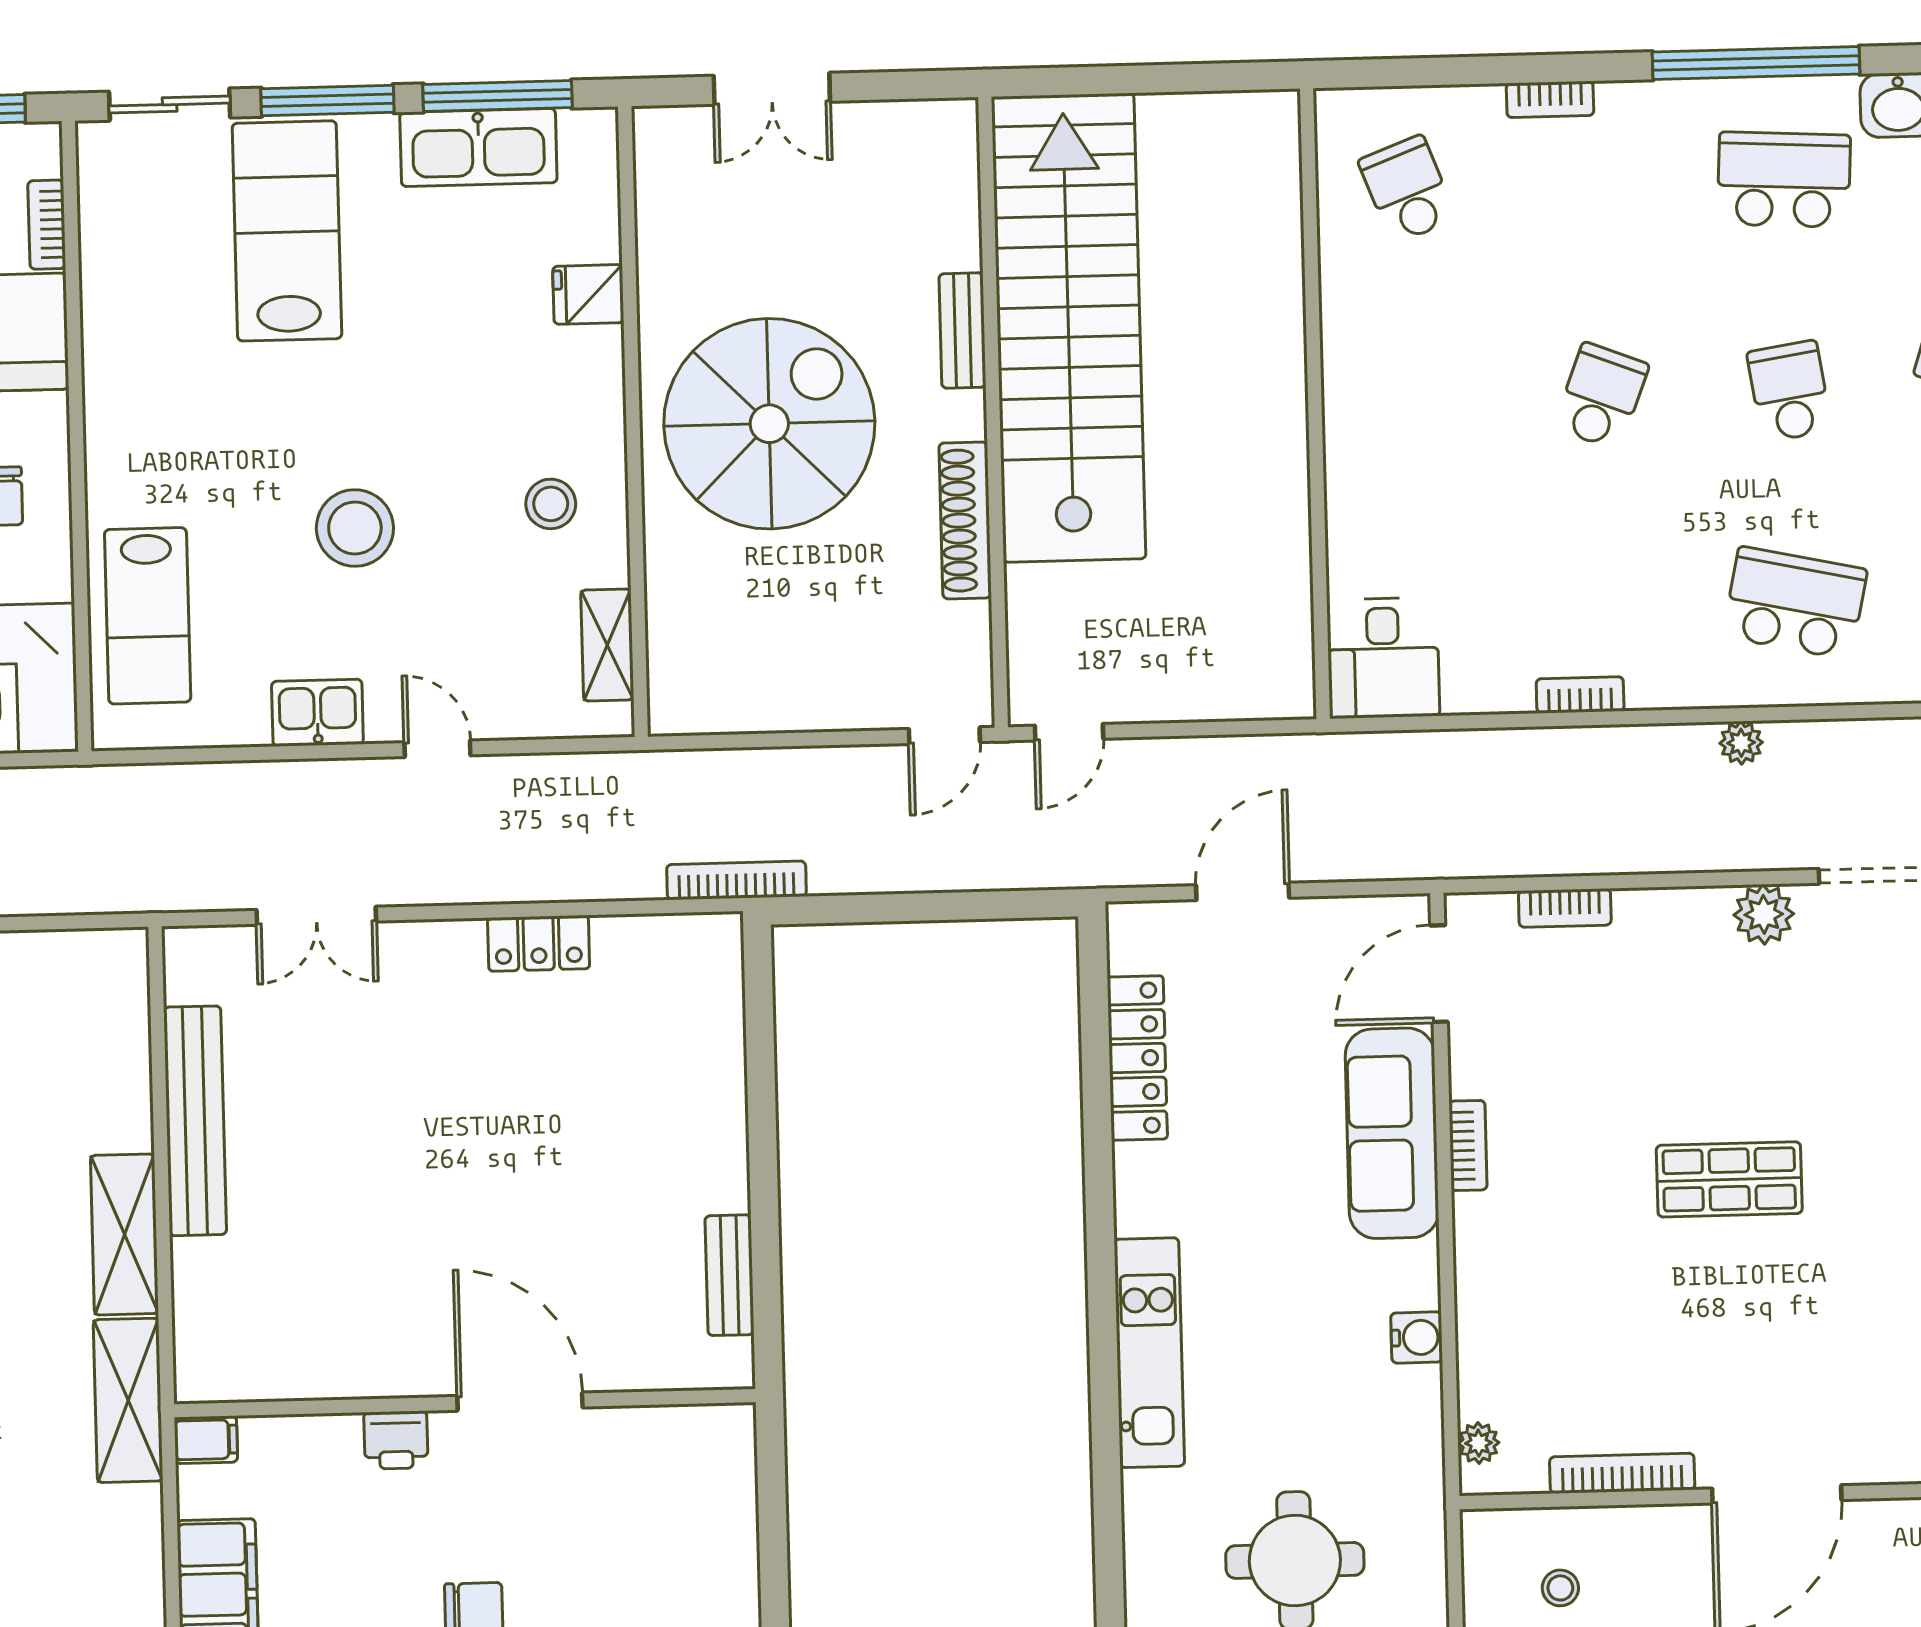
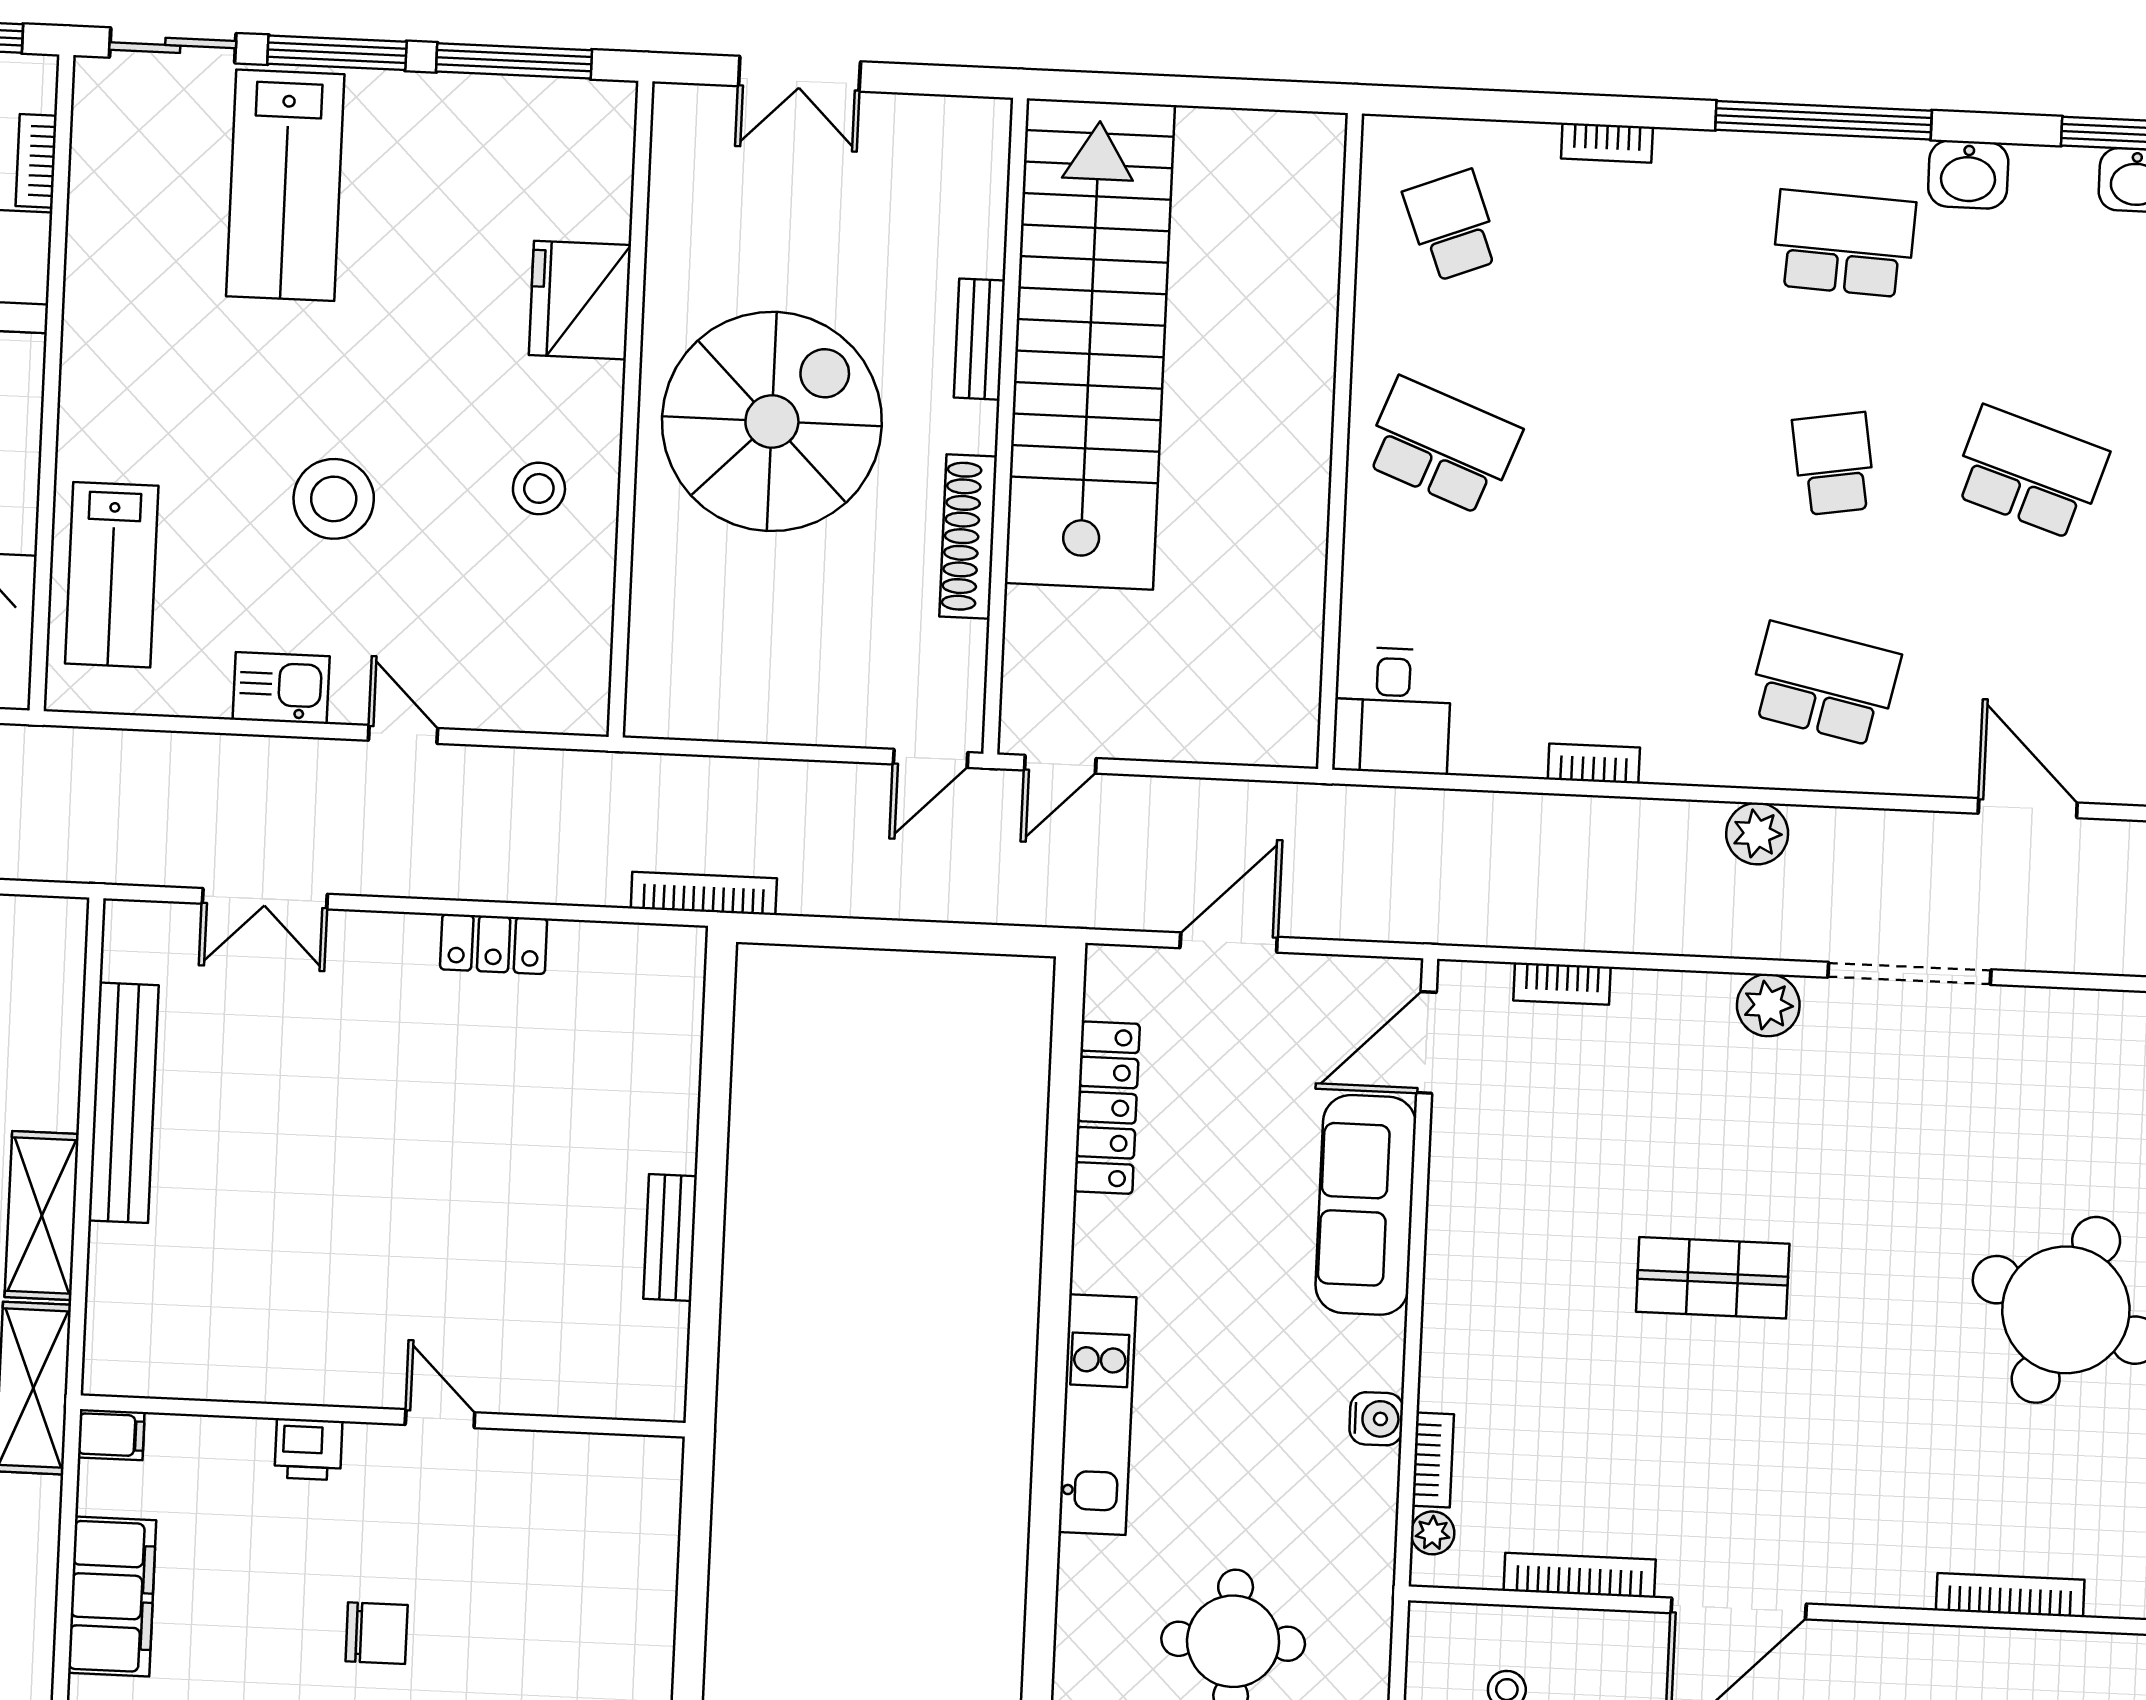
kitchen sink: (478, 147) -> (490, 113), removed
lab bench: (287, 231) -> (285, 185), turned 180
fridge: (588, 294) -> (580, 300), width x1.88, depth x1.34
school desk: (1601, 396) -> (1442, 446), moved, width x1.85
shelving: (607, 645) -> (587, 639), removed
plant: (1741, 743) -> (1757, 834), width x1.38, depth x1.38
bookcase: (1468, 1145) -> (1433, 1460), moved
bench: (730, 1275) -> (670, 1238), moved
door: (520, 1402) -> (440, 1419), width x0.53

